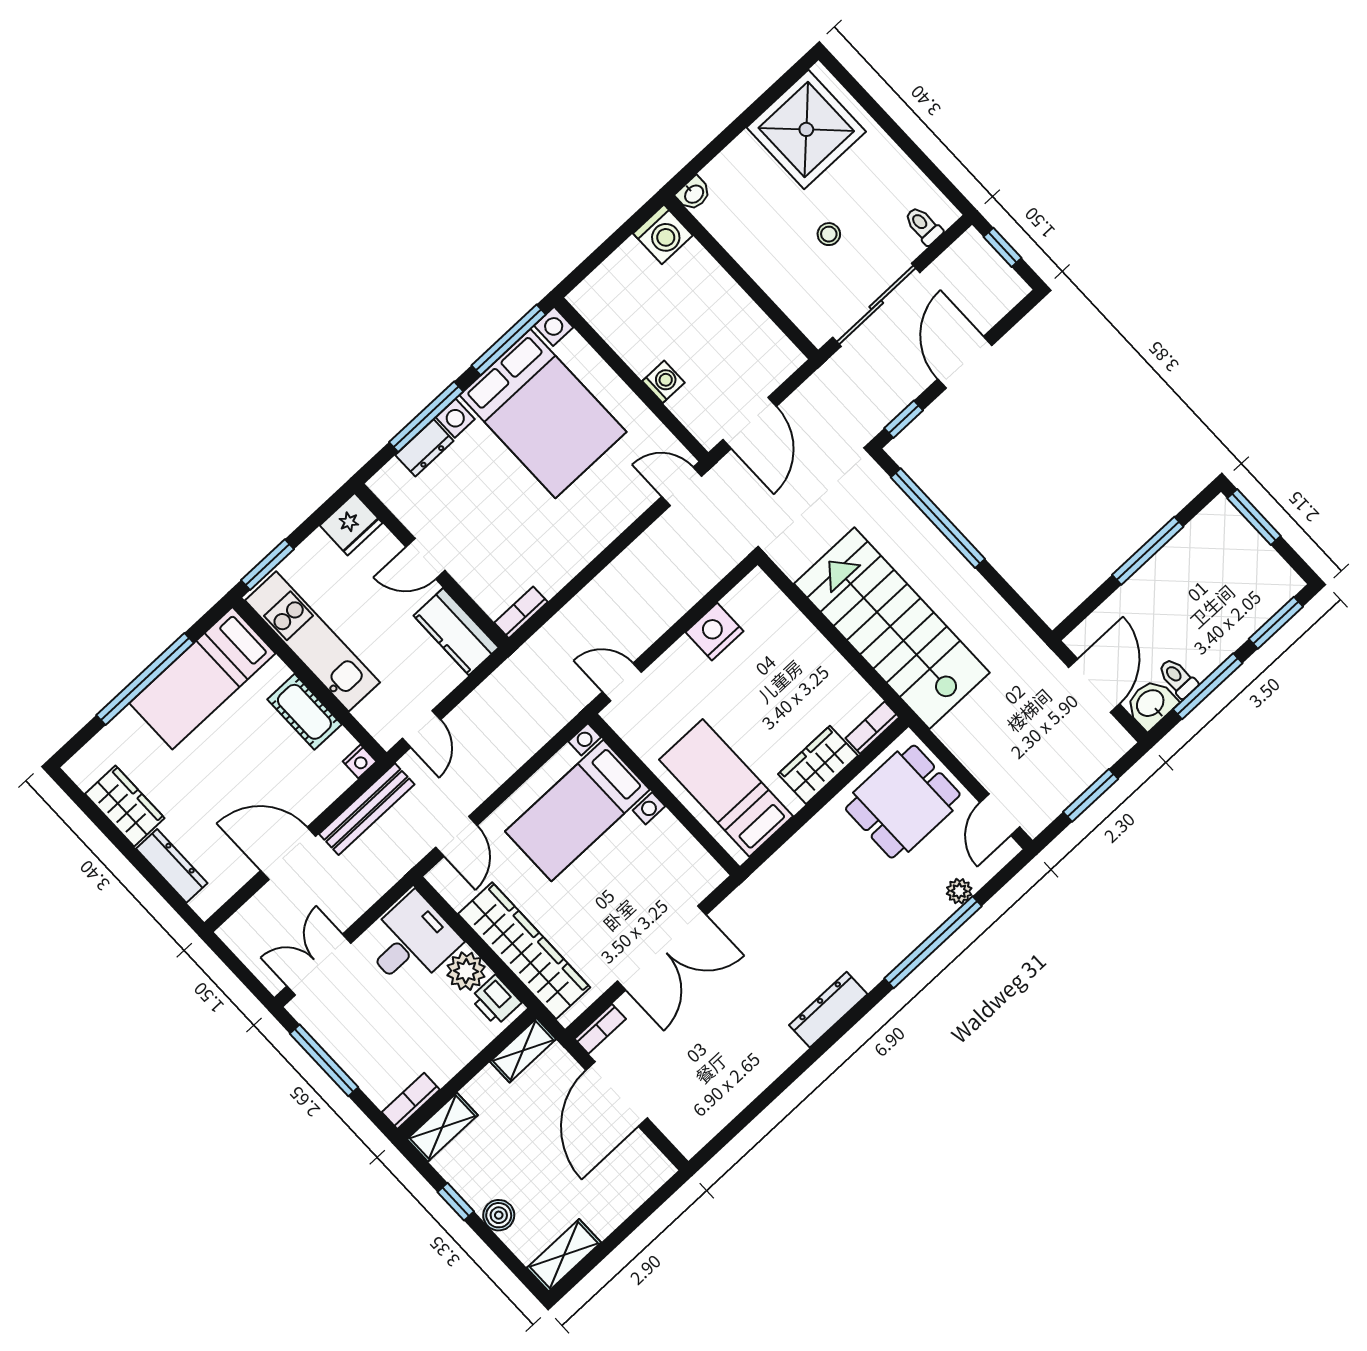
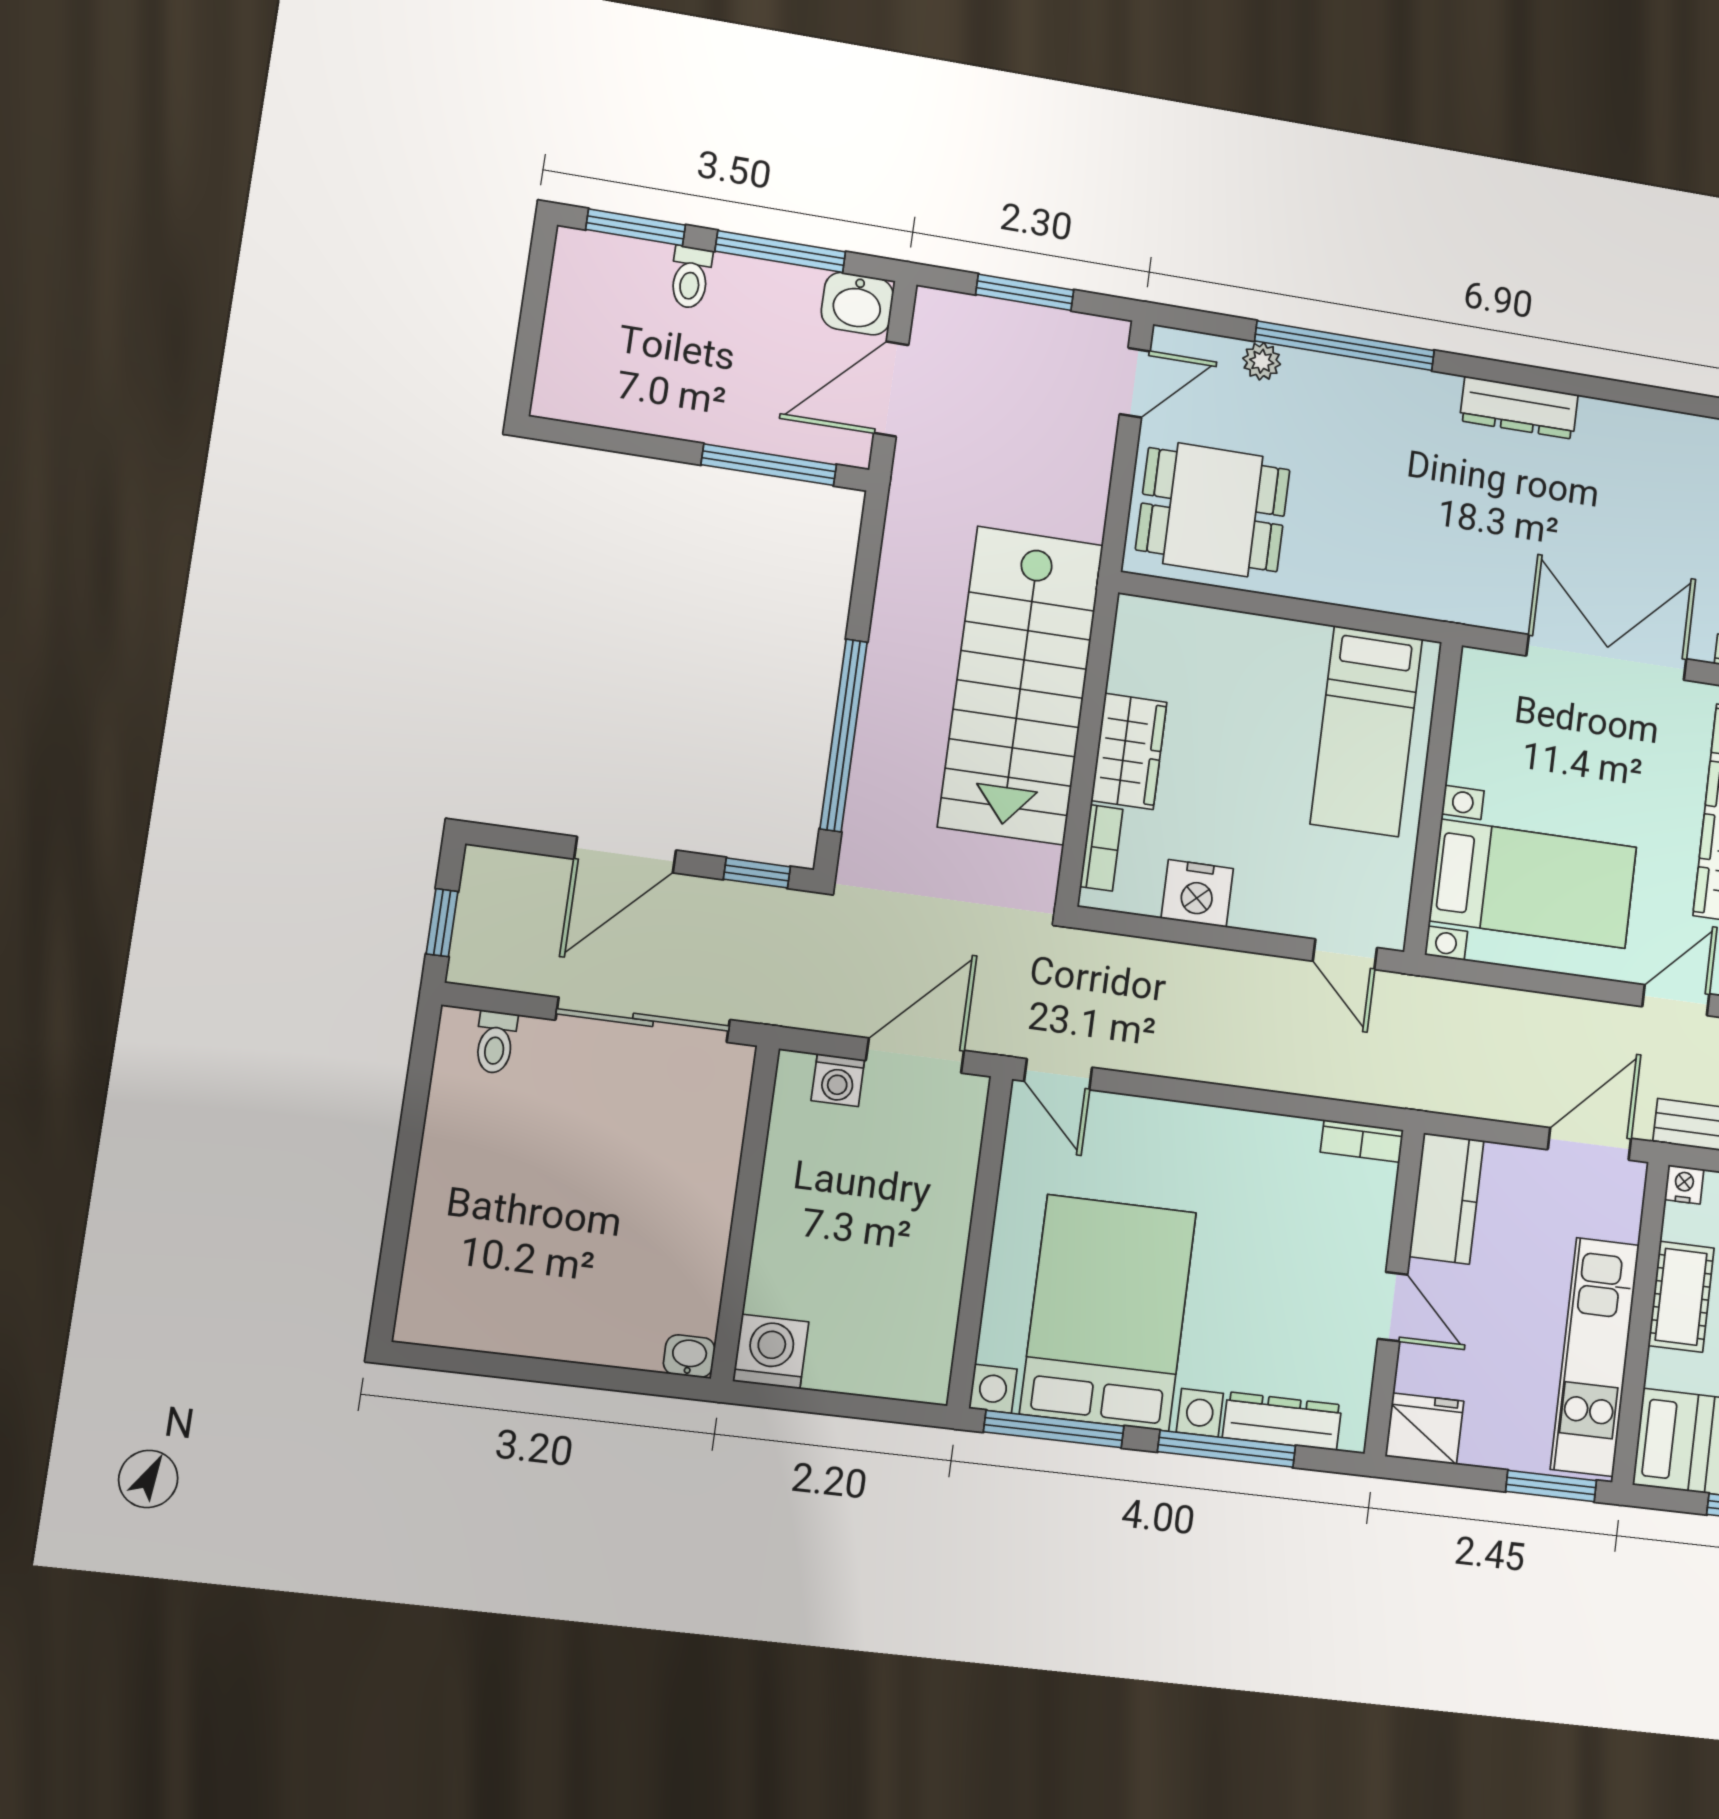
shower: (806, 129) -> (493, 1285), removed
stool: (829, 234) -> (602, 1149), removed
washing machine: (663, 382) -> (838, 1080), moved, turned -90
dresser: (424, 448) -> (1282, 1421), width x1.44
window: (1254, 517) -> (527, 352), removed
window: (1148, 551) -> (769, 465), moved
toilet: (1178, 678) -> (690, 277), moved
bookcase: (872, 728) -> (1101, 848), moved, turned -90
door: (421, 729) -> (1589, 1144), width x1.38
wardrobe: (818, 765) -> (1129, 751), moved, turned -90

